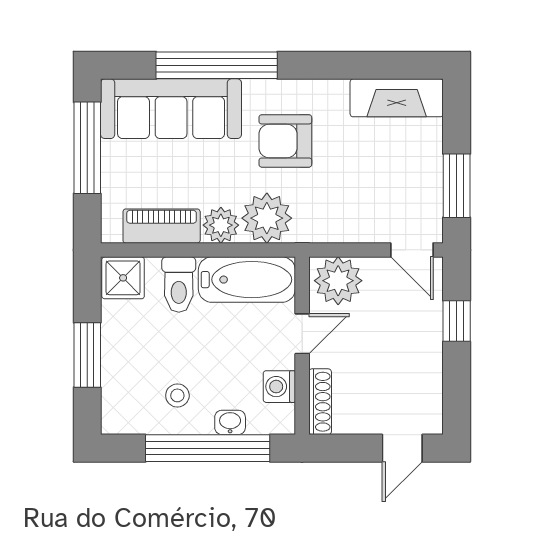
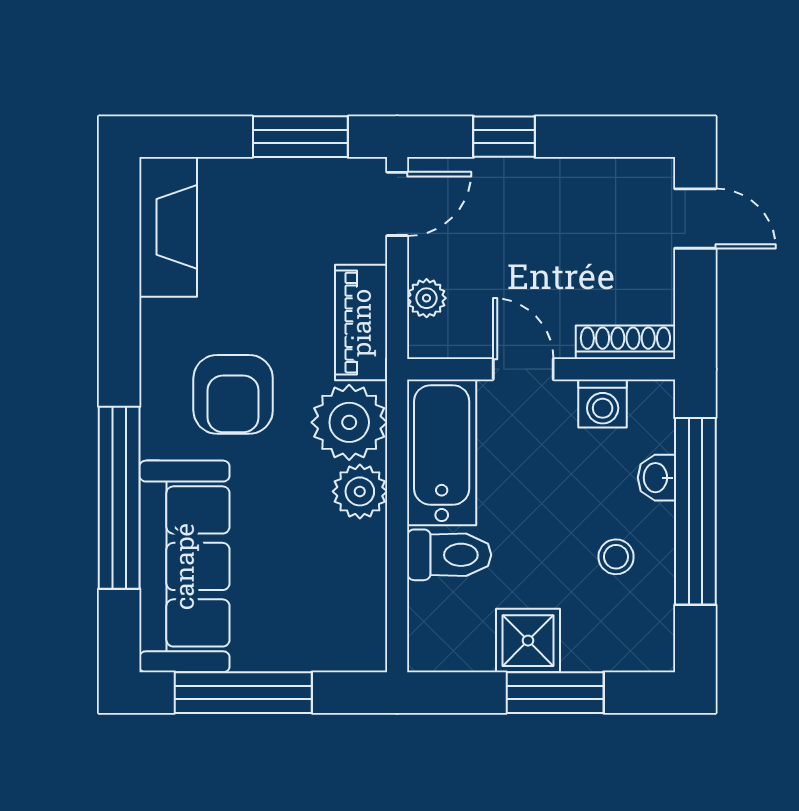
piano: (162, 226) -> (361, 323), moved
shower: (123, 278) -> (528, 641), moved
plant: (338, 281) -> (427, 298), width x0.53, depth x0.53

